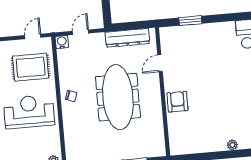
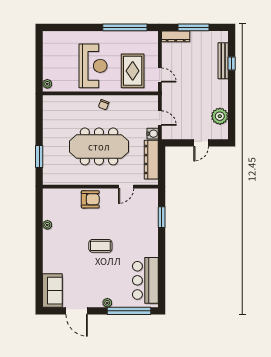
water cooler: (62, 42) -> (153, 134), moved
door: (160, 63) -> (126, 187), swing flipped
coffee table: (228, 86) -> (100, 246), added
plant: (232, 145) -> (47, 225), moved

